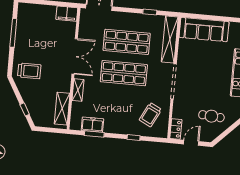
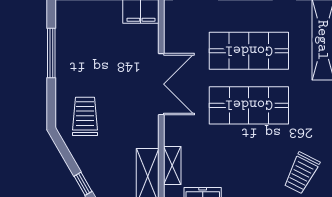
trolley: (29, 71) -> (85, 116), turned -90
shelving: (78, 90) -> (172, 165), moved

